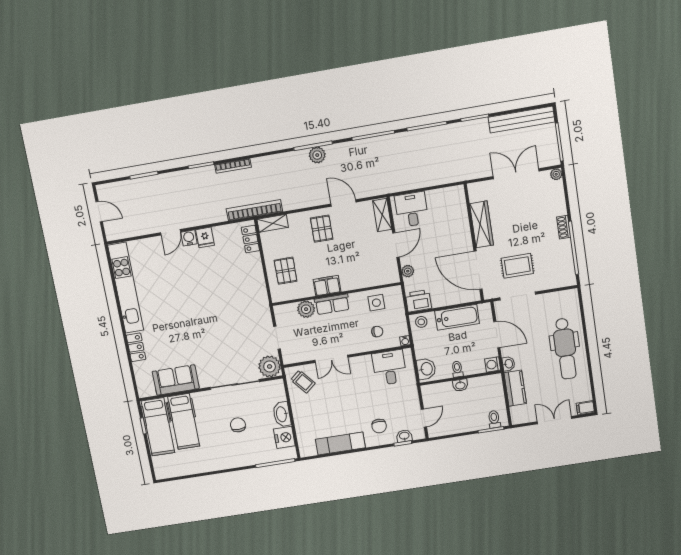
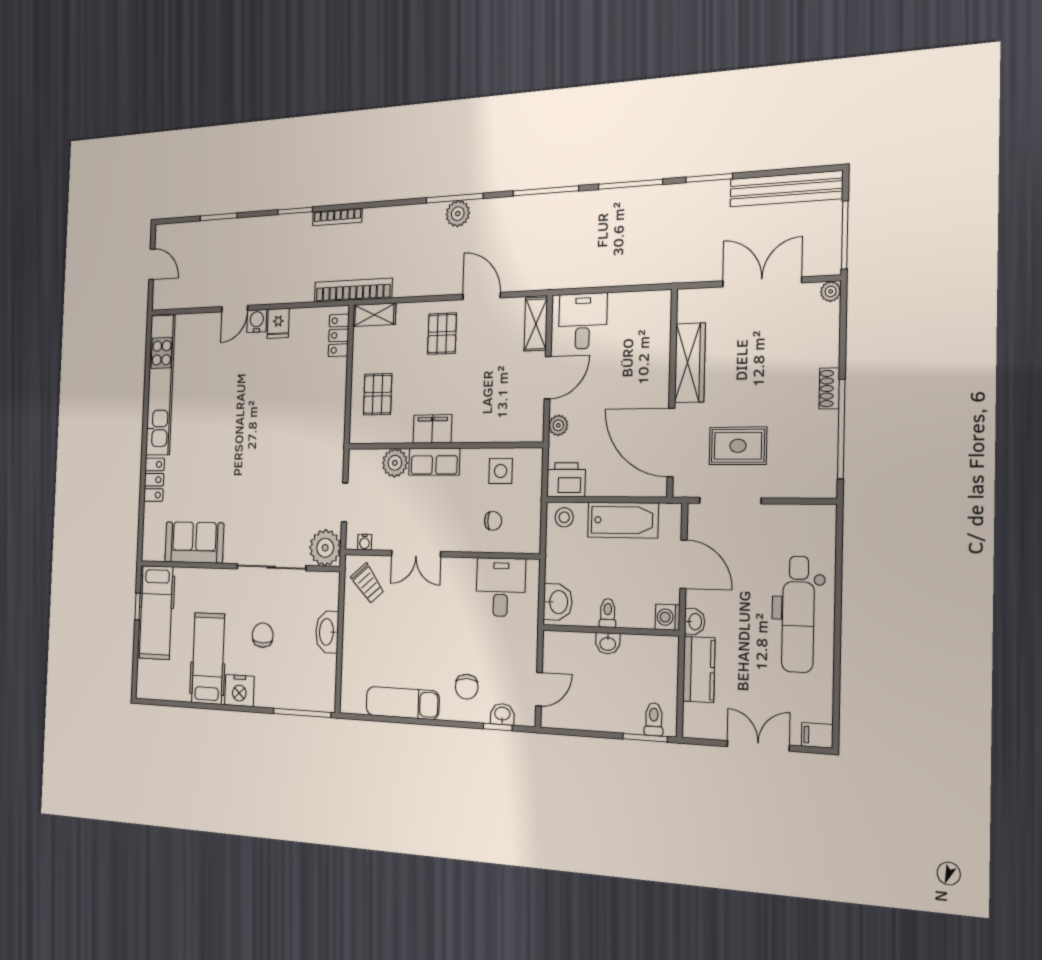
water cooler: (405, 341) -> (365, 542), moved
hospital bed: (184, 421) -> (208, 658), moved, turned 180
nightstand: (284, 437) -> (239, 691), moved, turned 90

